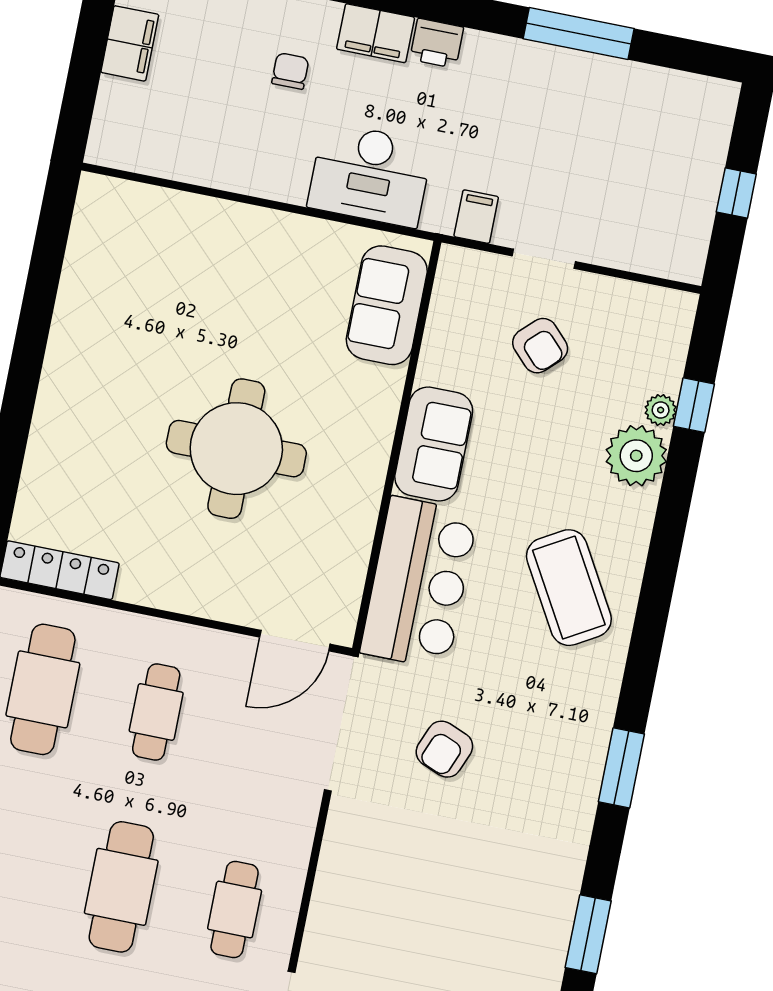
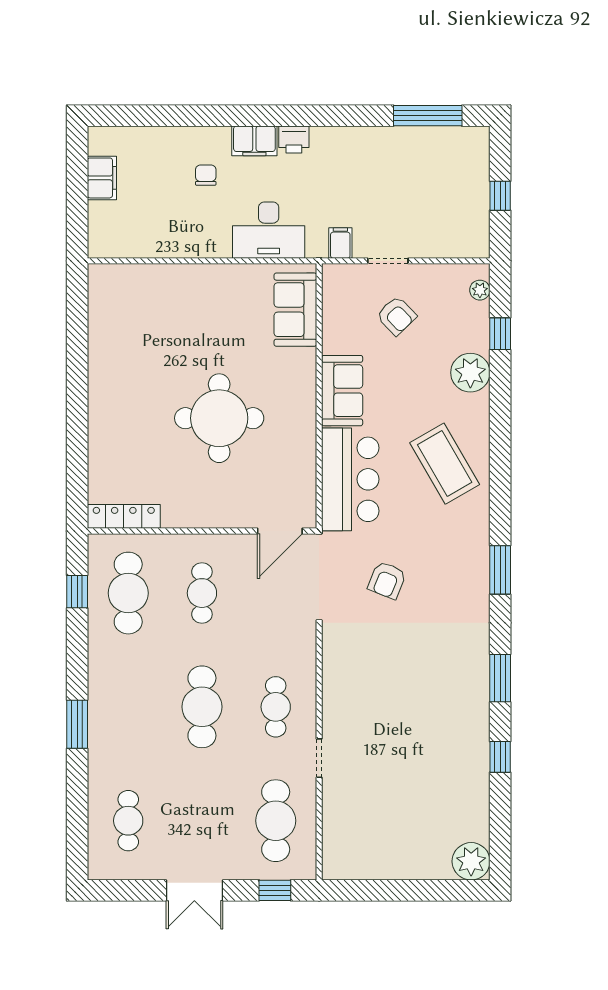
window: (579, 34) -> (428, 116), moved
plant: (661, 410) -> (480, 290), moved

